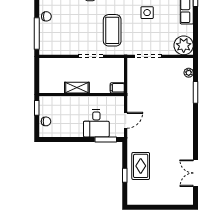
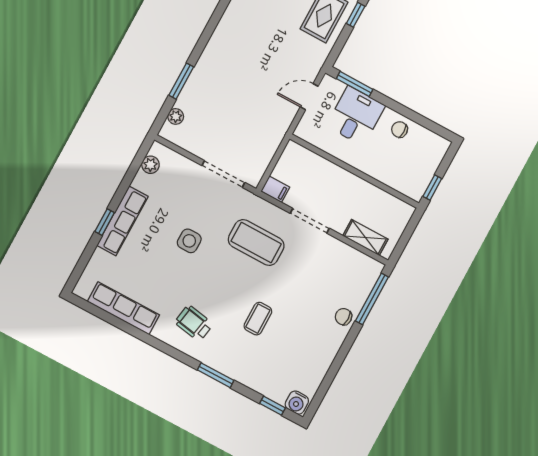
coffee table: (112, 30) -> (256, 243), turned 90
plant: (184, 45) -> (150, 165), width x0.53, depth x0.53
shelving: (77, 88) -> (365, 238), moved
filing cabinet: (117, 88) -> (275, 189), moved
chair: (46, 121) -> (399, 130), moved

